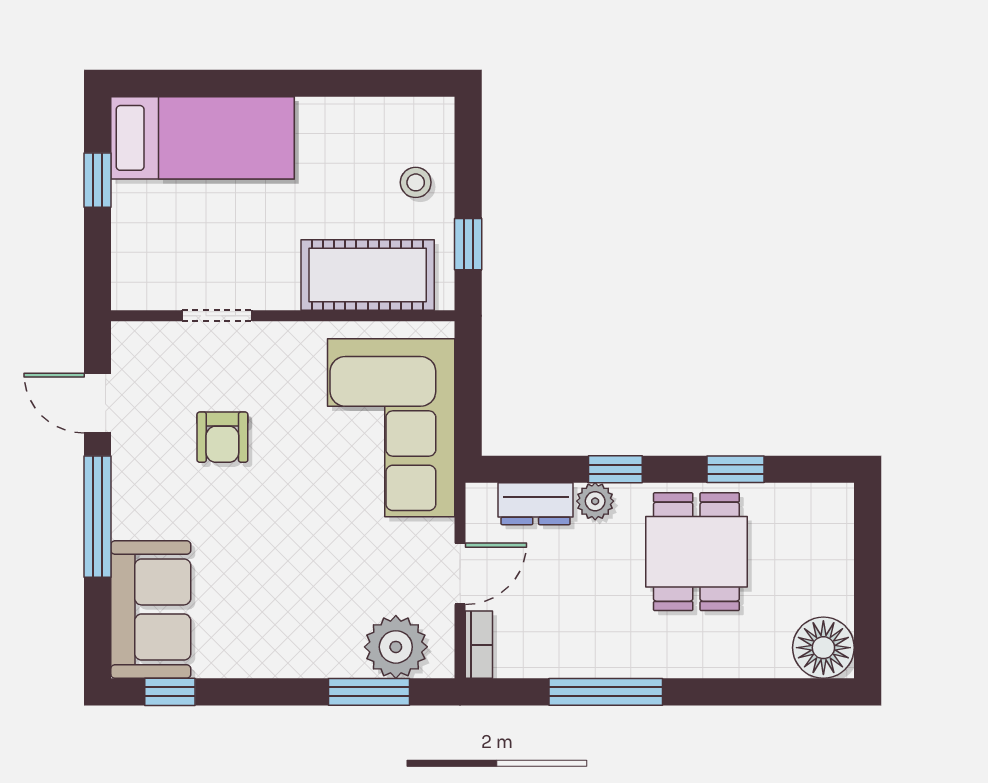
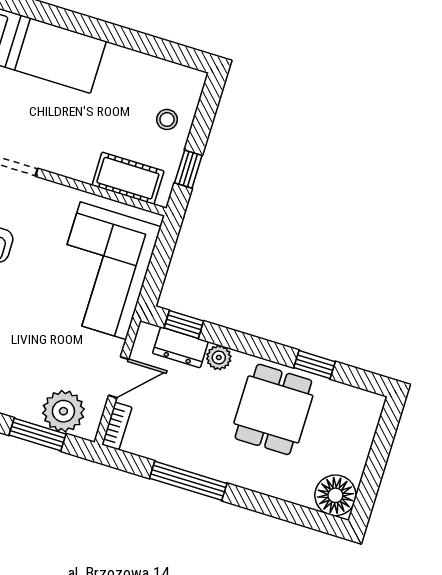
cot: (368, 275) -> (128, 178), width x0.73, depth x0.75
window: (615, 469) -> (184, 324), moved

